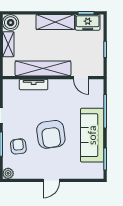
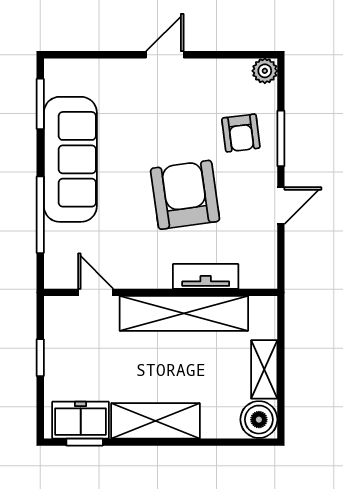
armchair: (51, 134) -> (185, 195), moved

